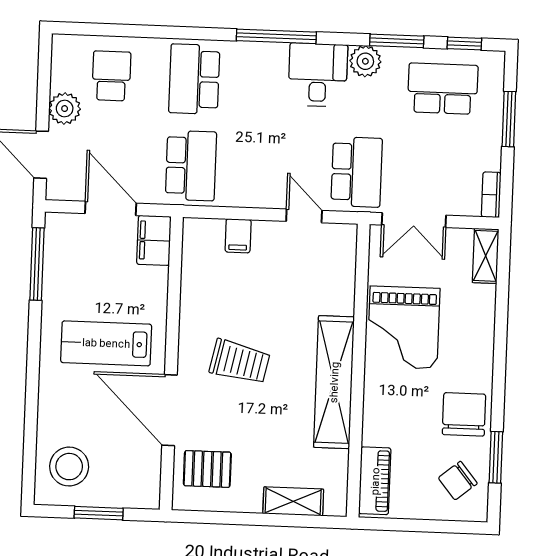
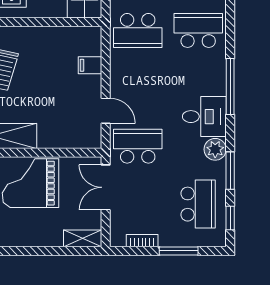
school desk: (357, 172) -> (138, 146), turned 180
bookcase: (491, 195) -> (142, 241), moved
door: (304, 216) -> (106, 111), hinge flipped

